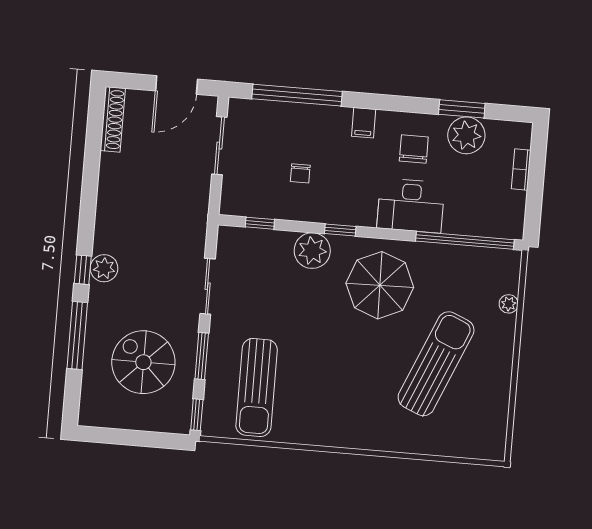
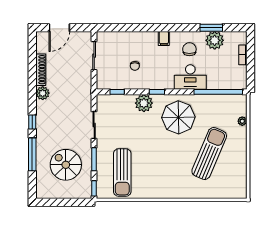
door: (177, 85) -> (59, 28), moved
window: (297, 95) -> (130, 28), removed
shoe rack: (113, 119) -> (41, 70), moved
plant: (104, 268) -> (43, 93), moved

